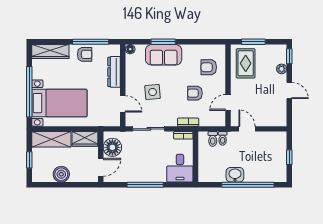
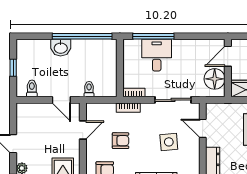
toilet: (213, 139) -> (32, 88), moved
desk: (180, 168) -> (157, 55), moved
washbasin: (235, 175) -> (61, 48), moved
window: (145, 185) -> (153, 36), moved
window: (248, 185) -> (82, 36), moved

